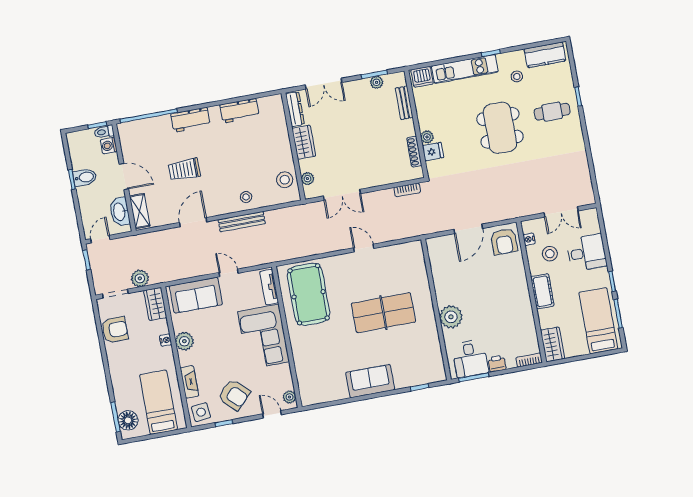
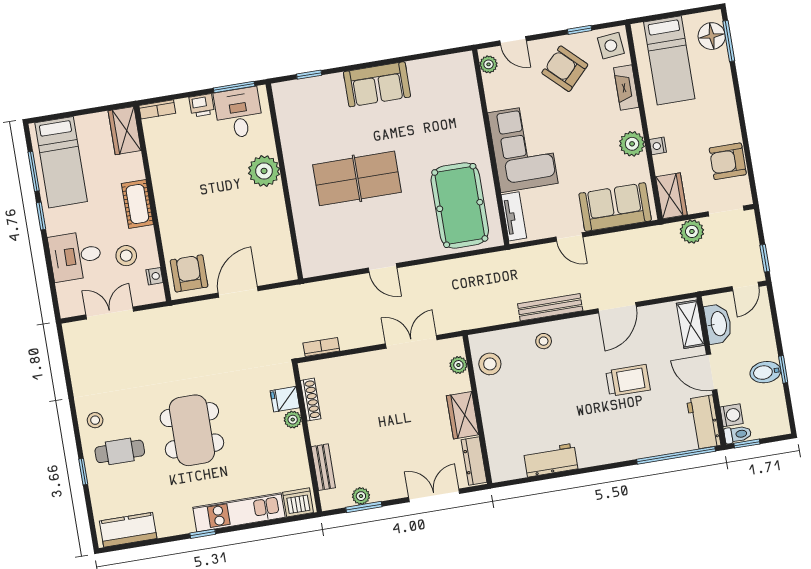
stool: (517, 76) -> (95, 420), moved
workbench: (191, 120) -> (704, 422), moved, turned -90

